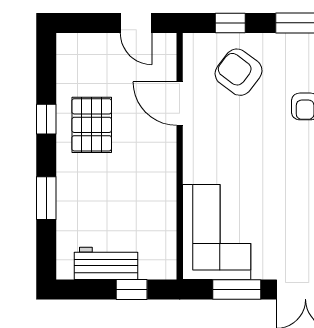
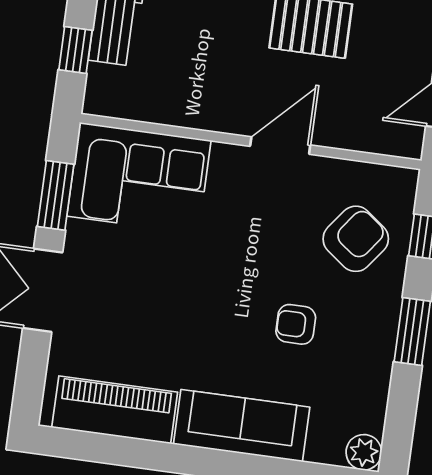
door: (180, 104) -> (280, 146), moved

